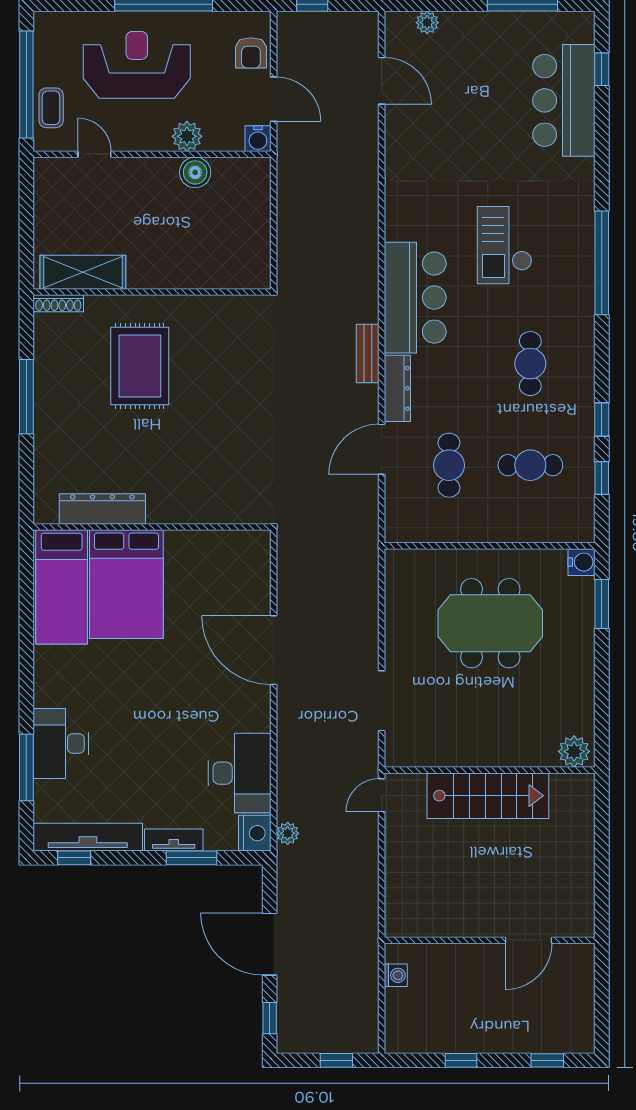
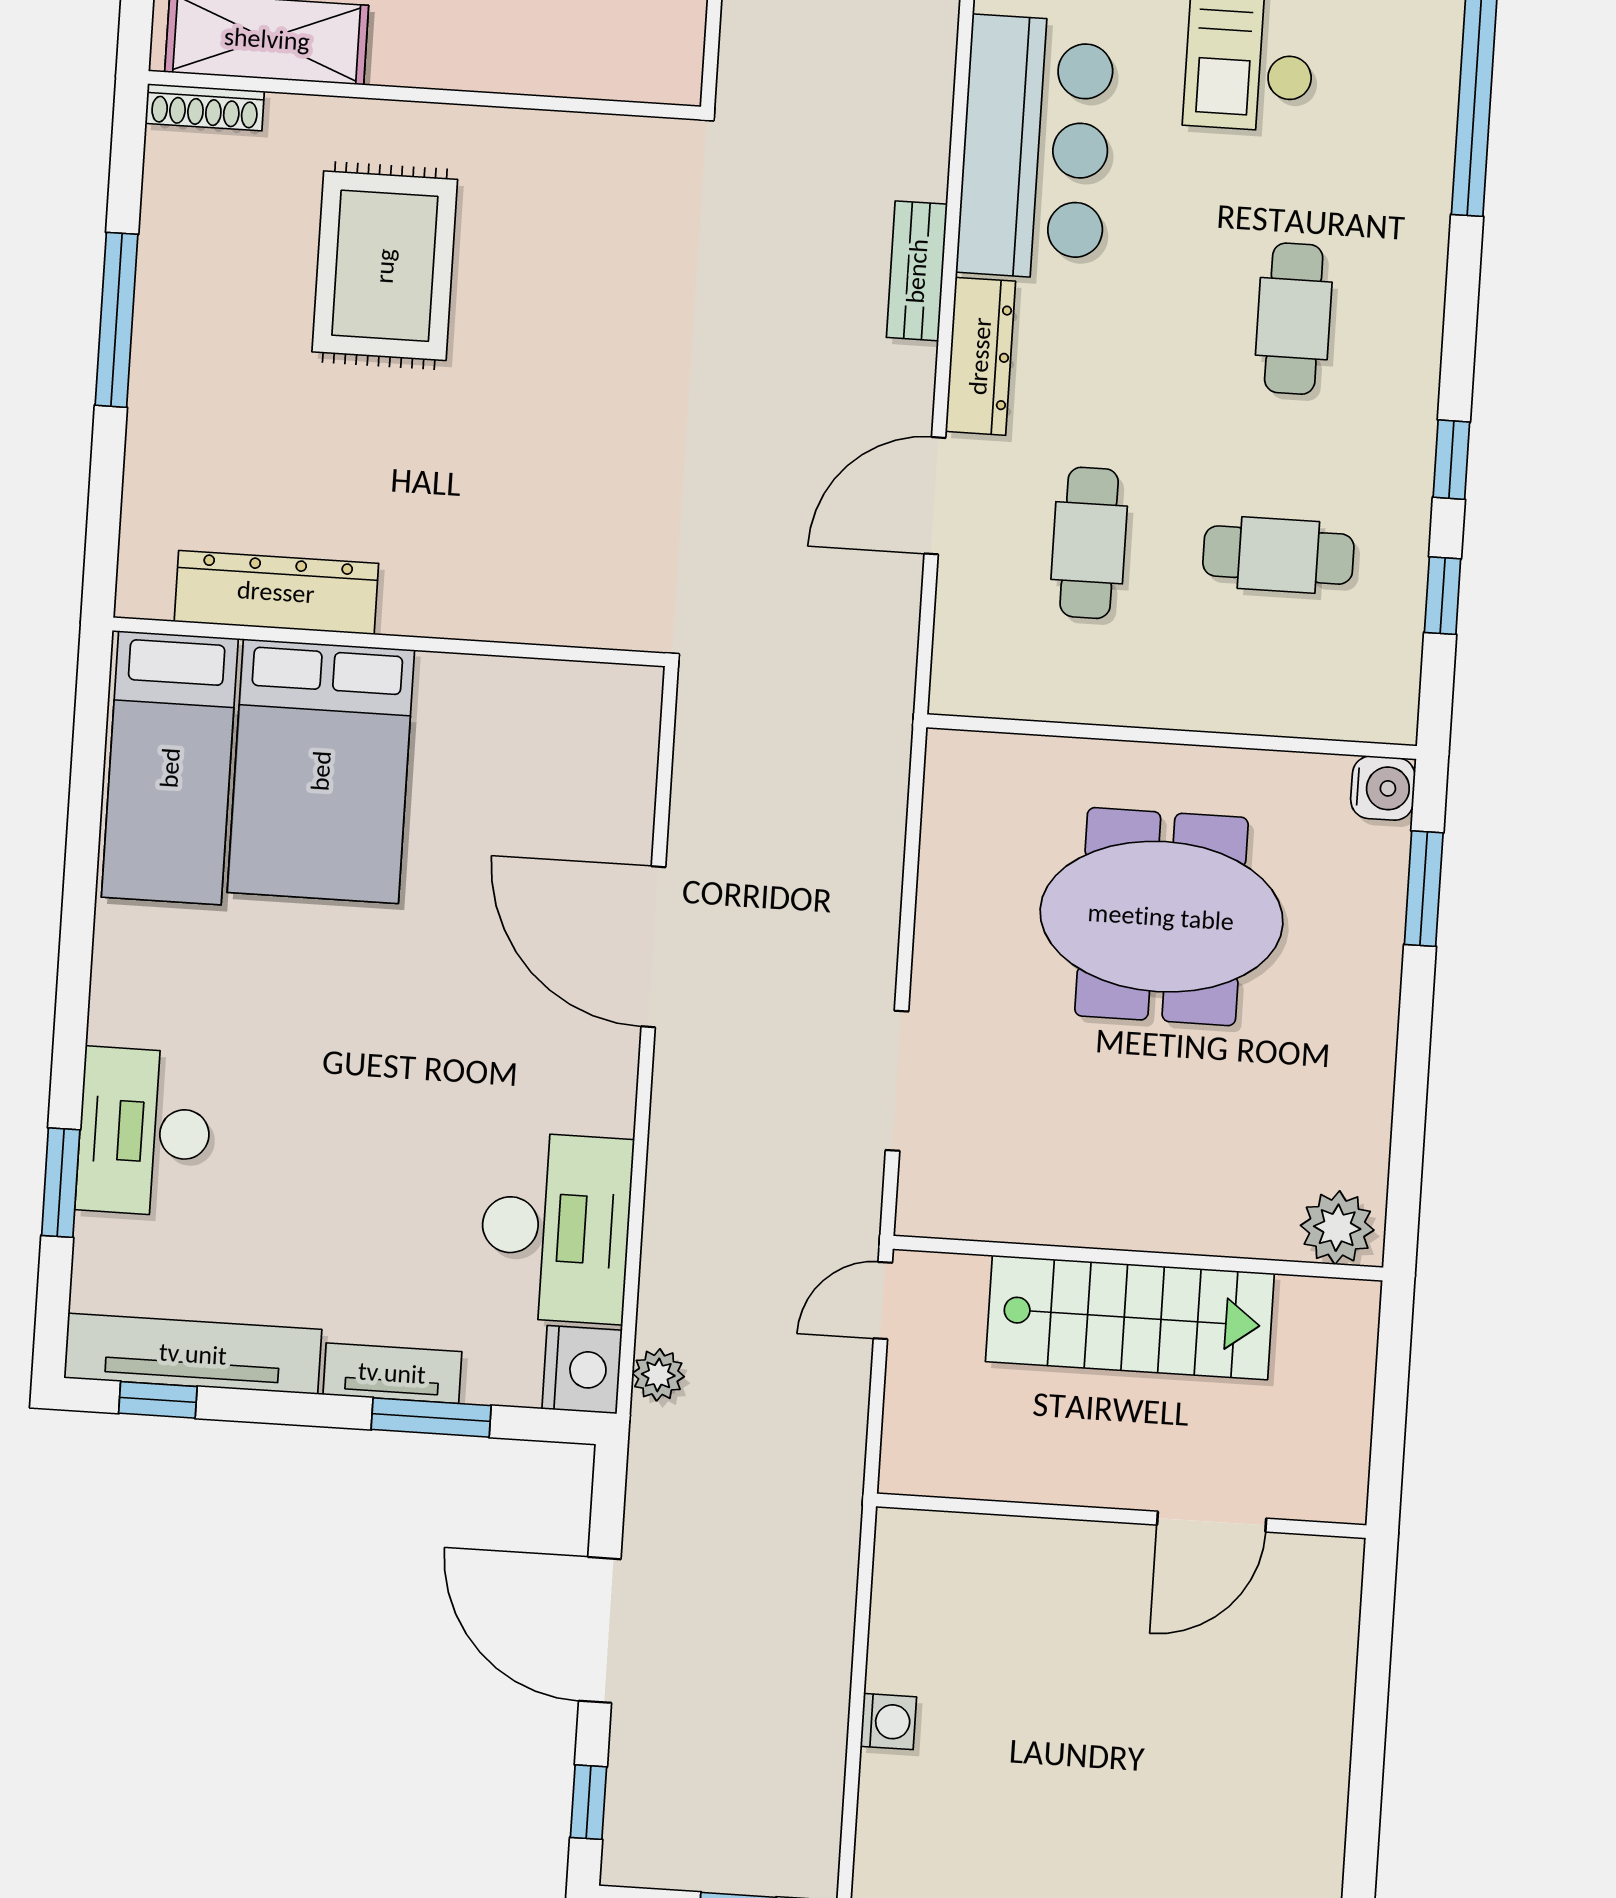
window: (26, 768) -> (61, 1183), width x0.69
wall: (490, 940) -> (1121, 1516), moved
door: (529, 940) -> (1212, 1522), moved

